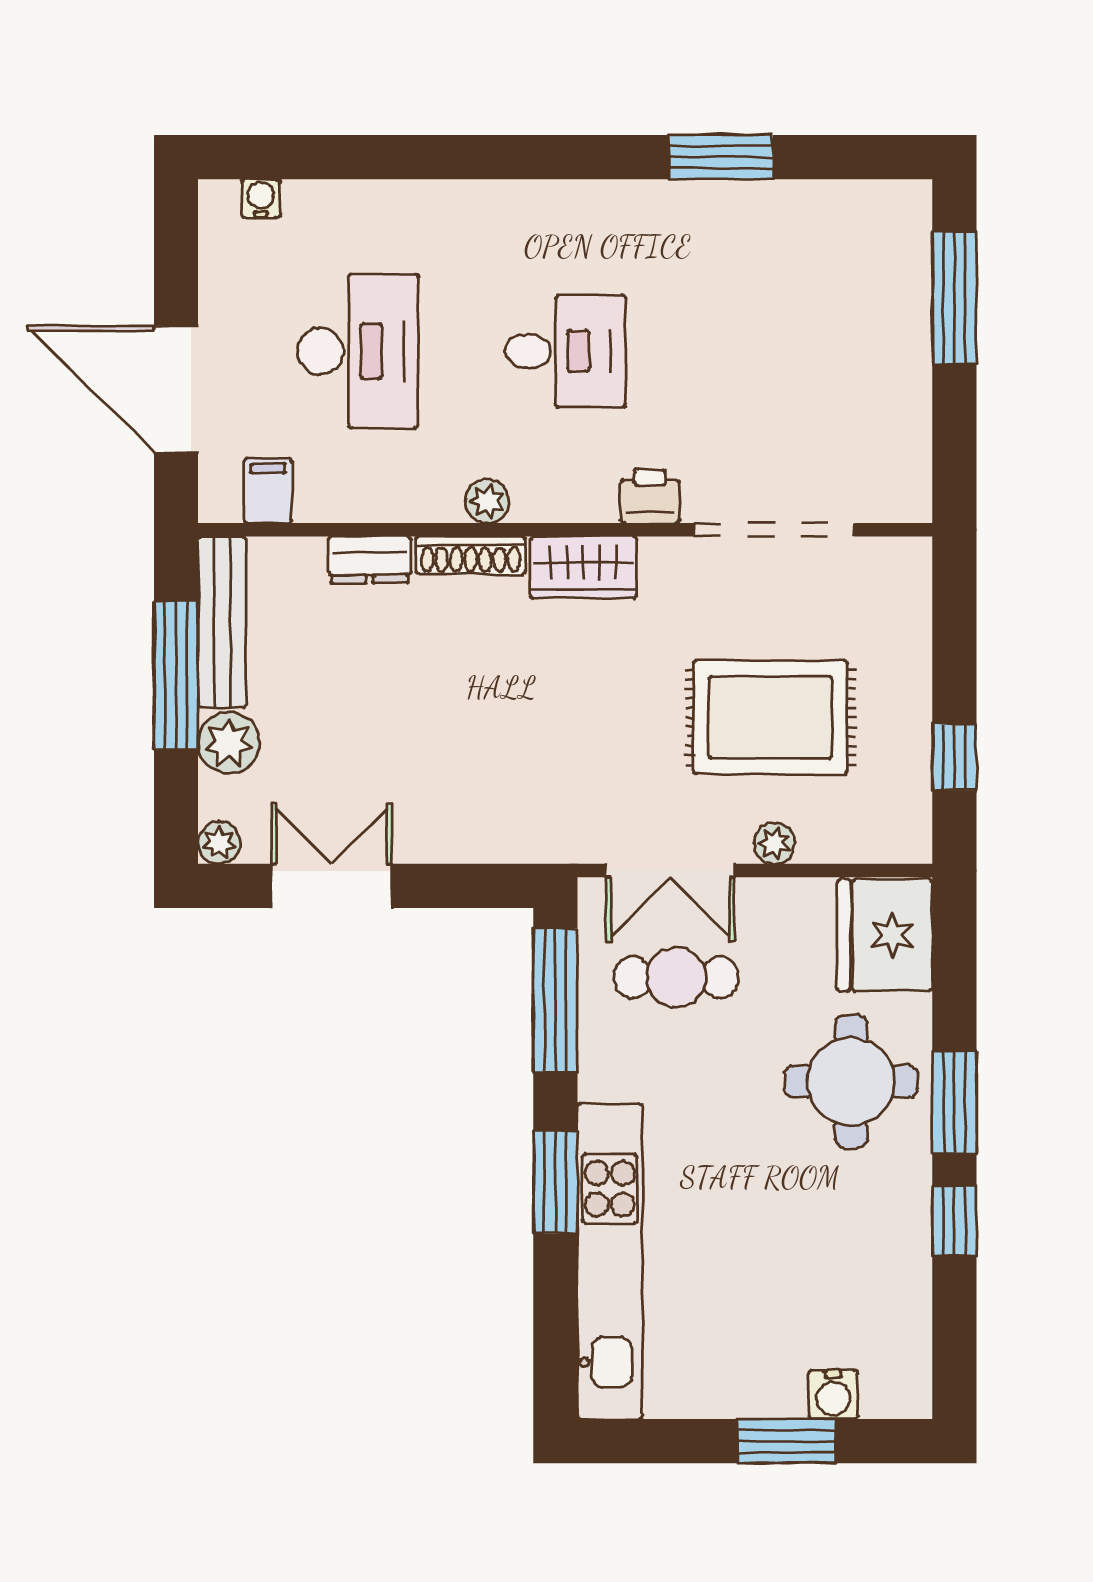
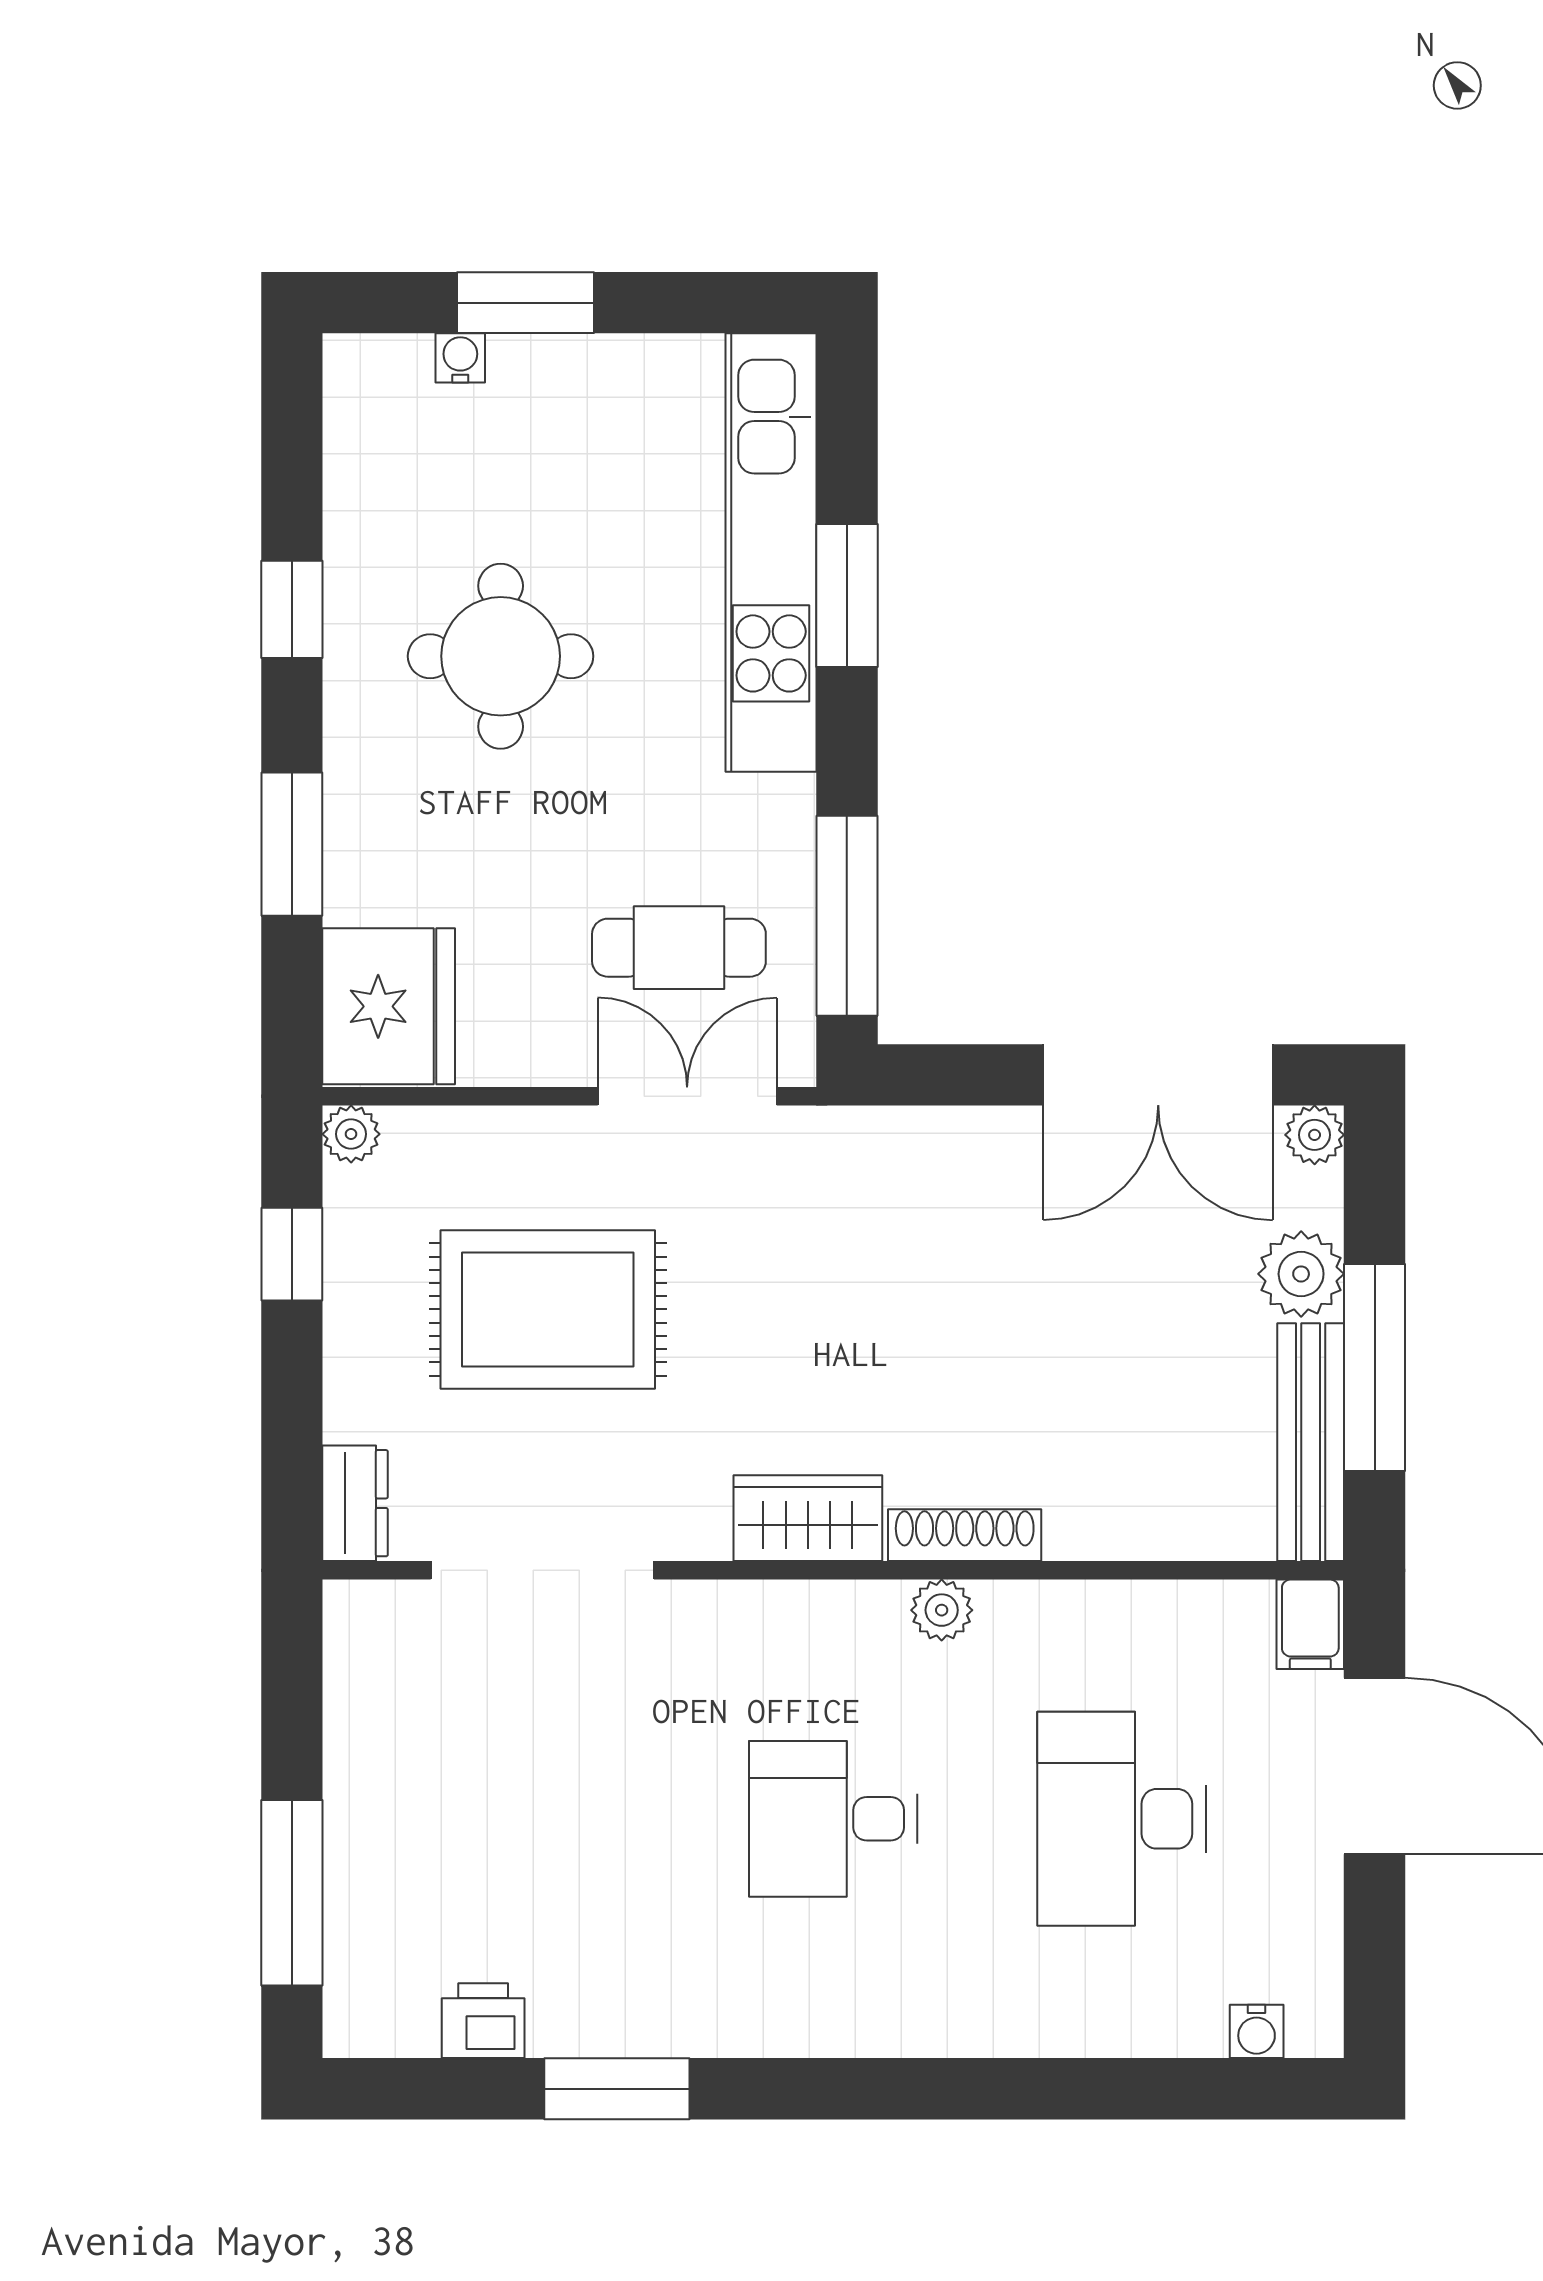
filing cabinet: (268, 491) -> (1310, 1624), moved
printer: (650, 496) -> (483, 2021), moved, turned 180
dresser: (370, 560) -> (355, 1503), moved, turned 90
plant: (775, 843) -> (351, 1134), moved
double door: (332, 886) -> (1158, 1075), width x1.37
round table: (851, 1081) -> (501, 656), moved
window: (954, 1102) -> (292, 844), moved
window: (555, 1182) -> (847, 595), moved
water cooler: (833, 1395) -> (460, 358), width x0.72, depth x0.72

